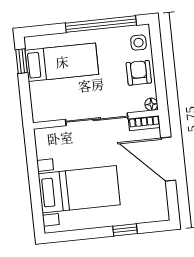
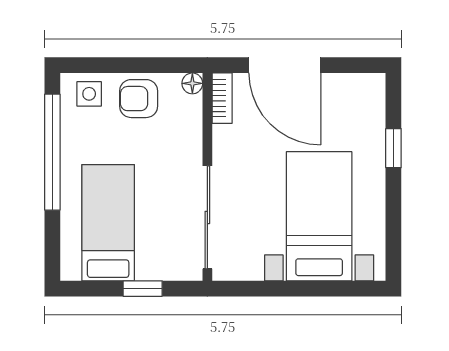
window: (22, 61) -> (143, 289), moved
sliding door: (97, 119) -> (207, 217), moved
door: (168, 159) -> (285, 65), hinge flipped

